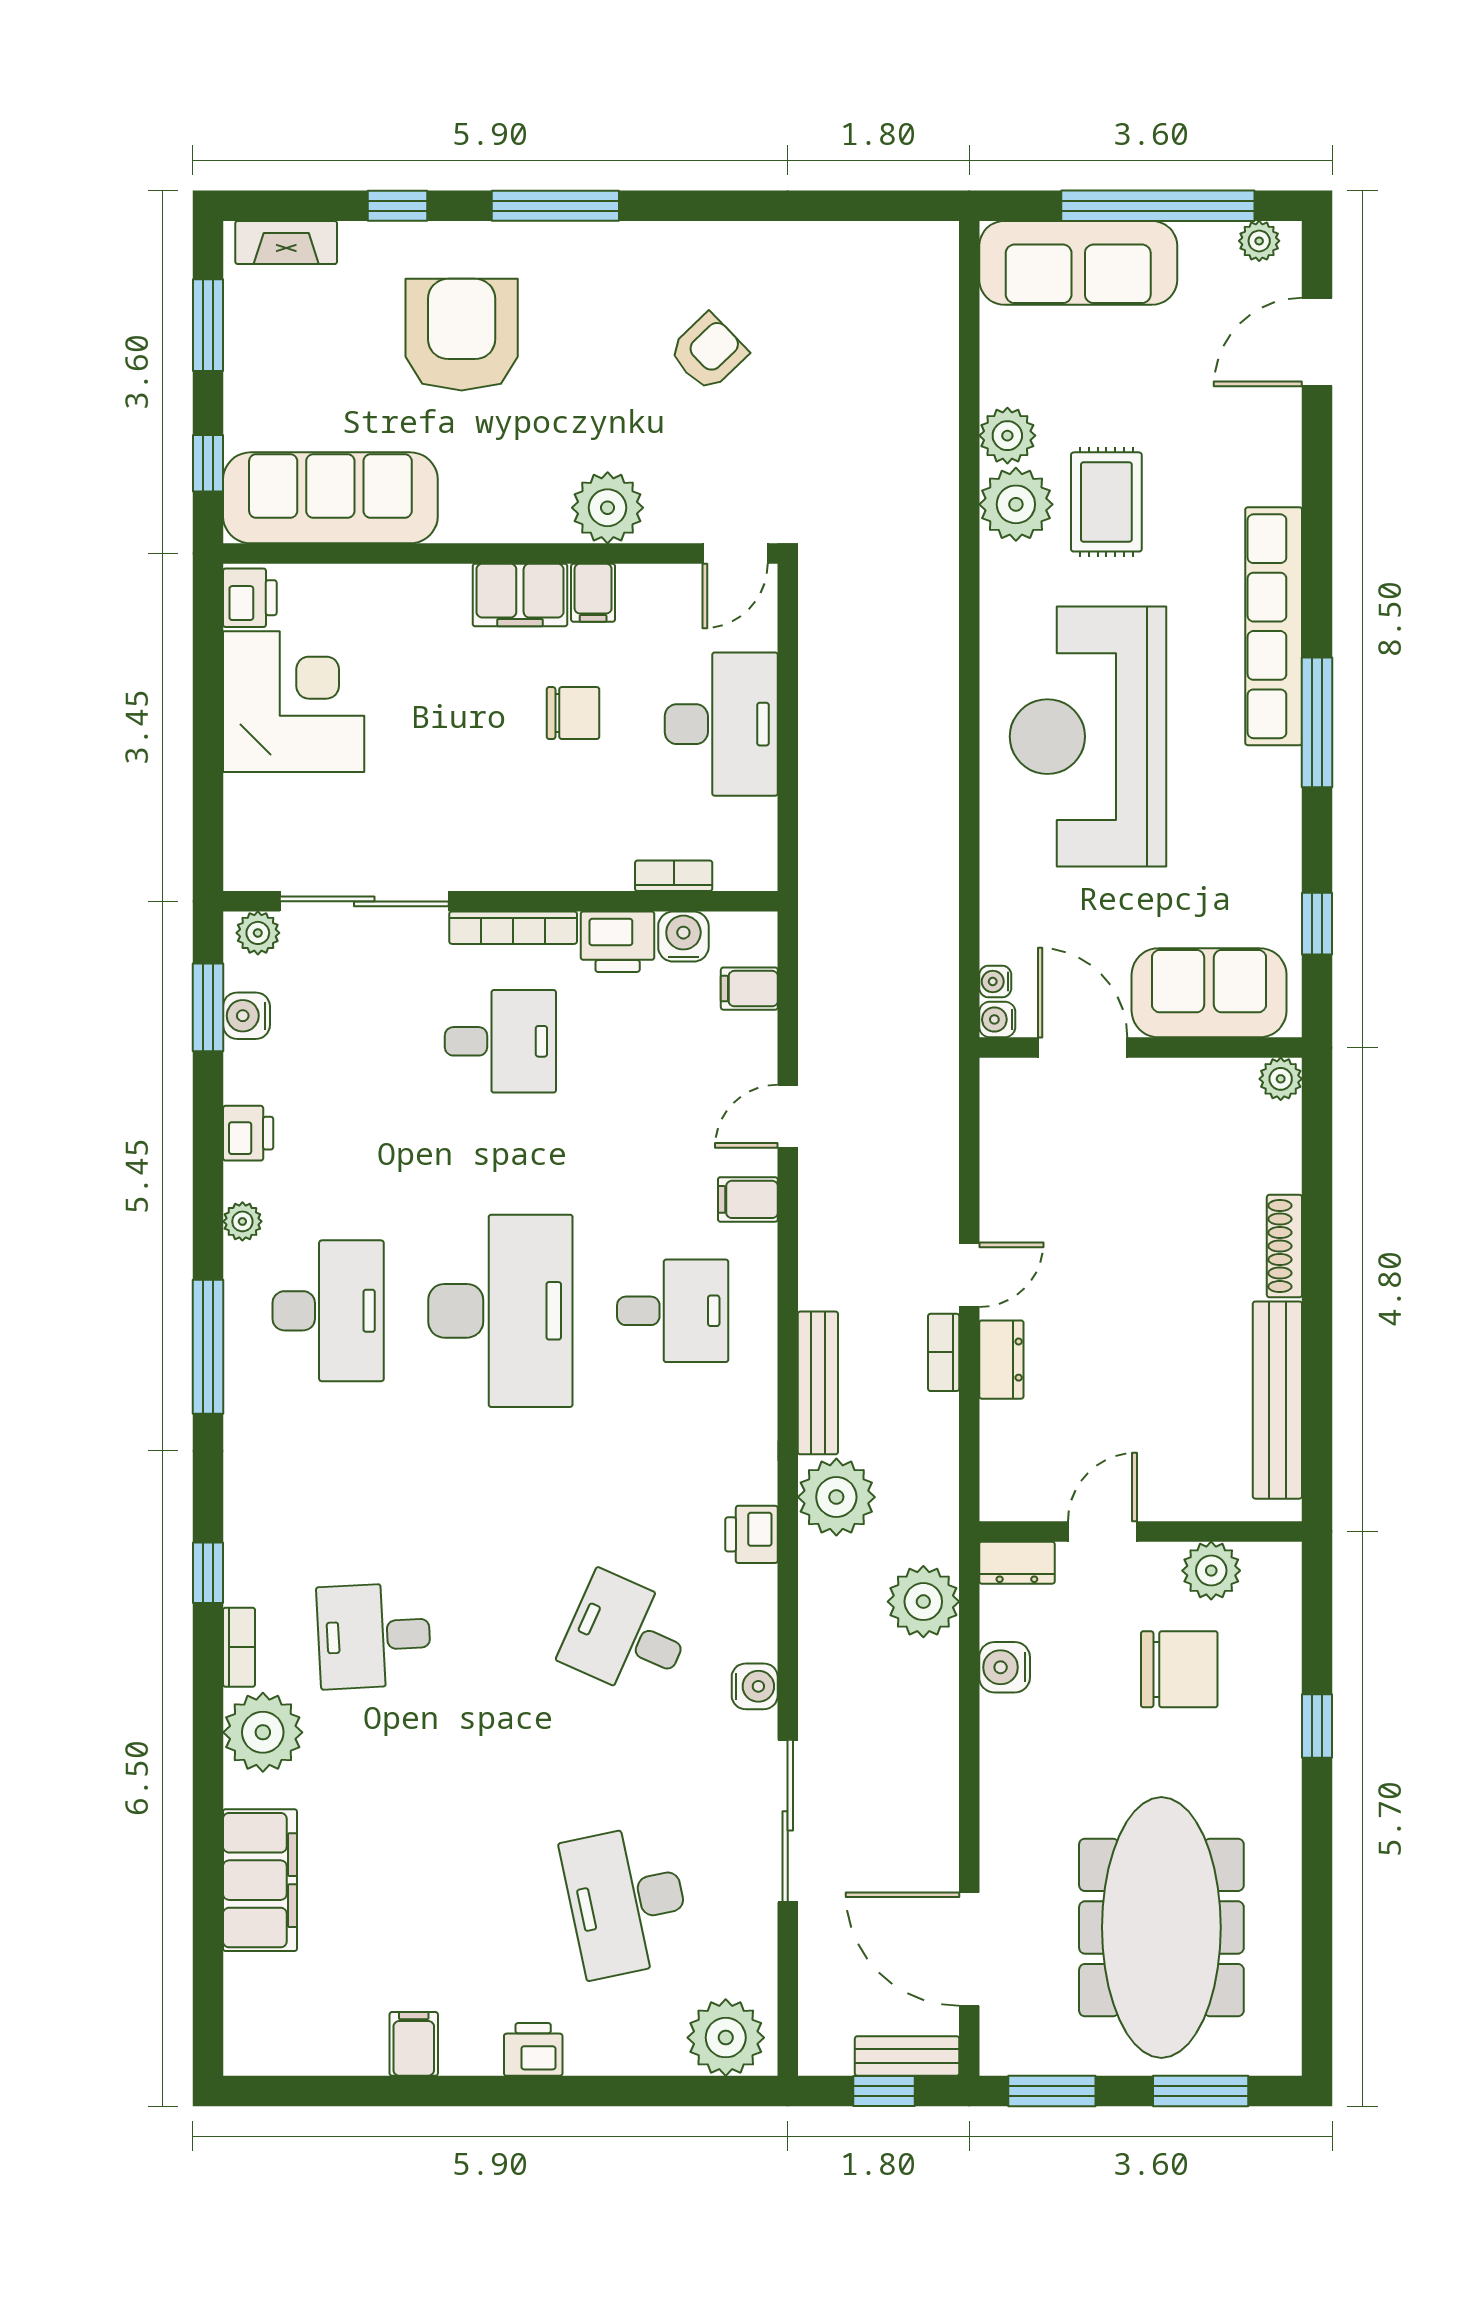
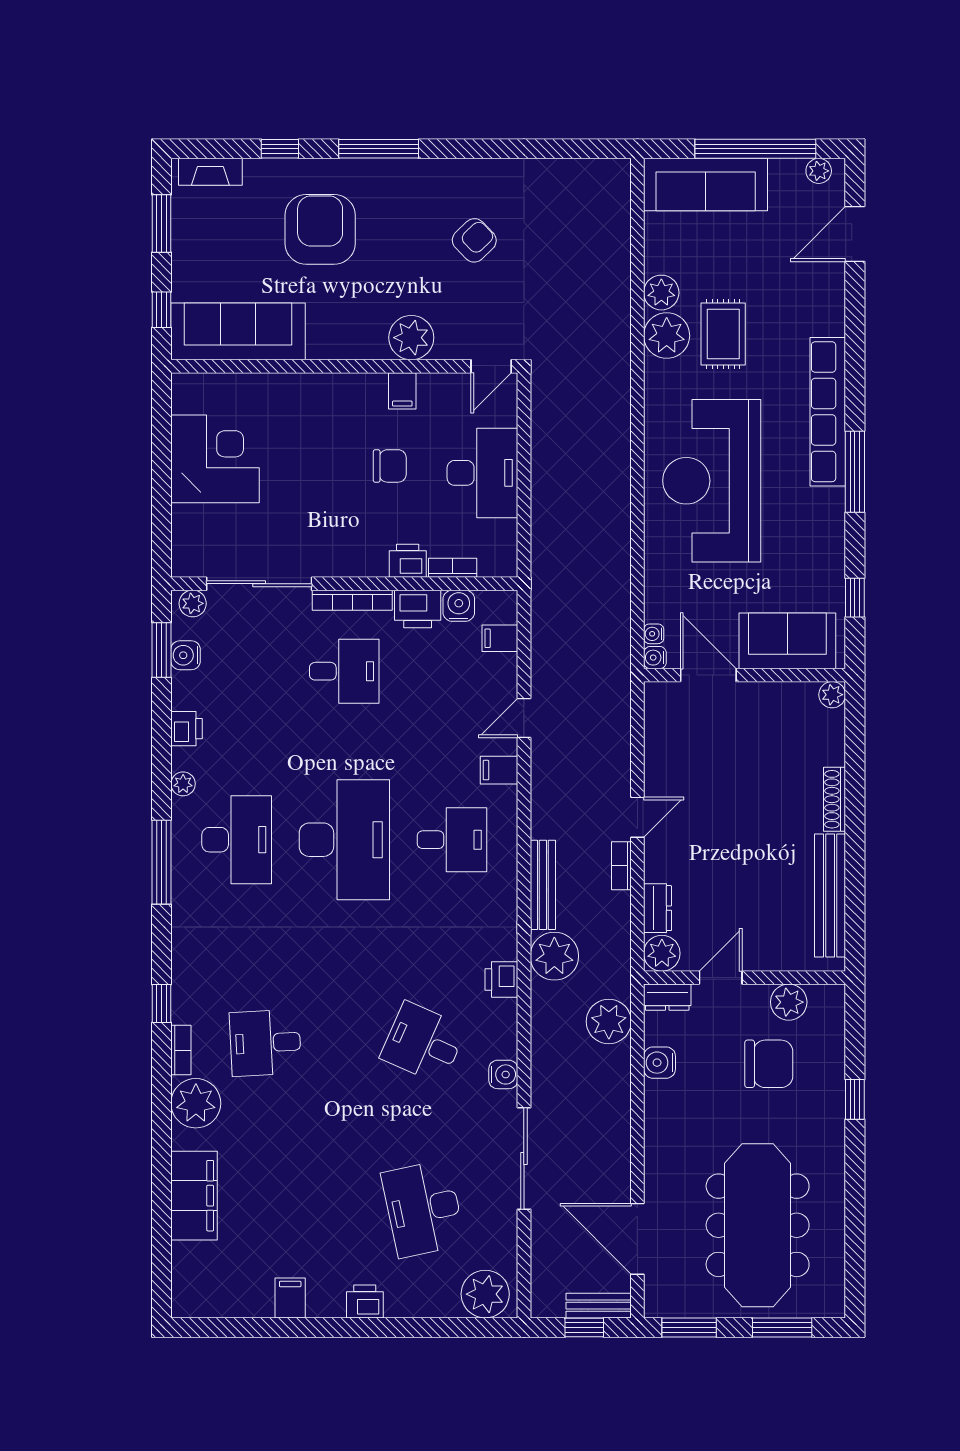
filing cabinet: (520, 595) -> (357, 392), removed
printer: (250, 598) -> (408, 561), moved, turned -90
dresser: (1001, 1360) -> (658, 908), moved
plant: (1008, 1492) -> (662, 953), added

